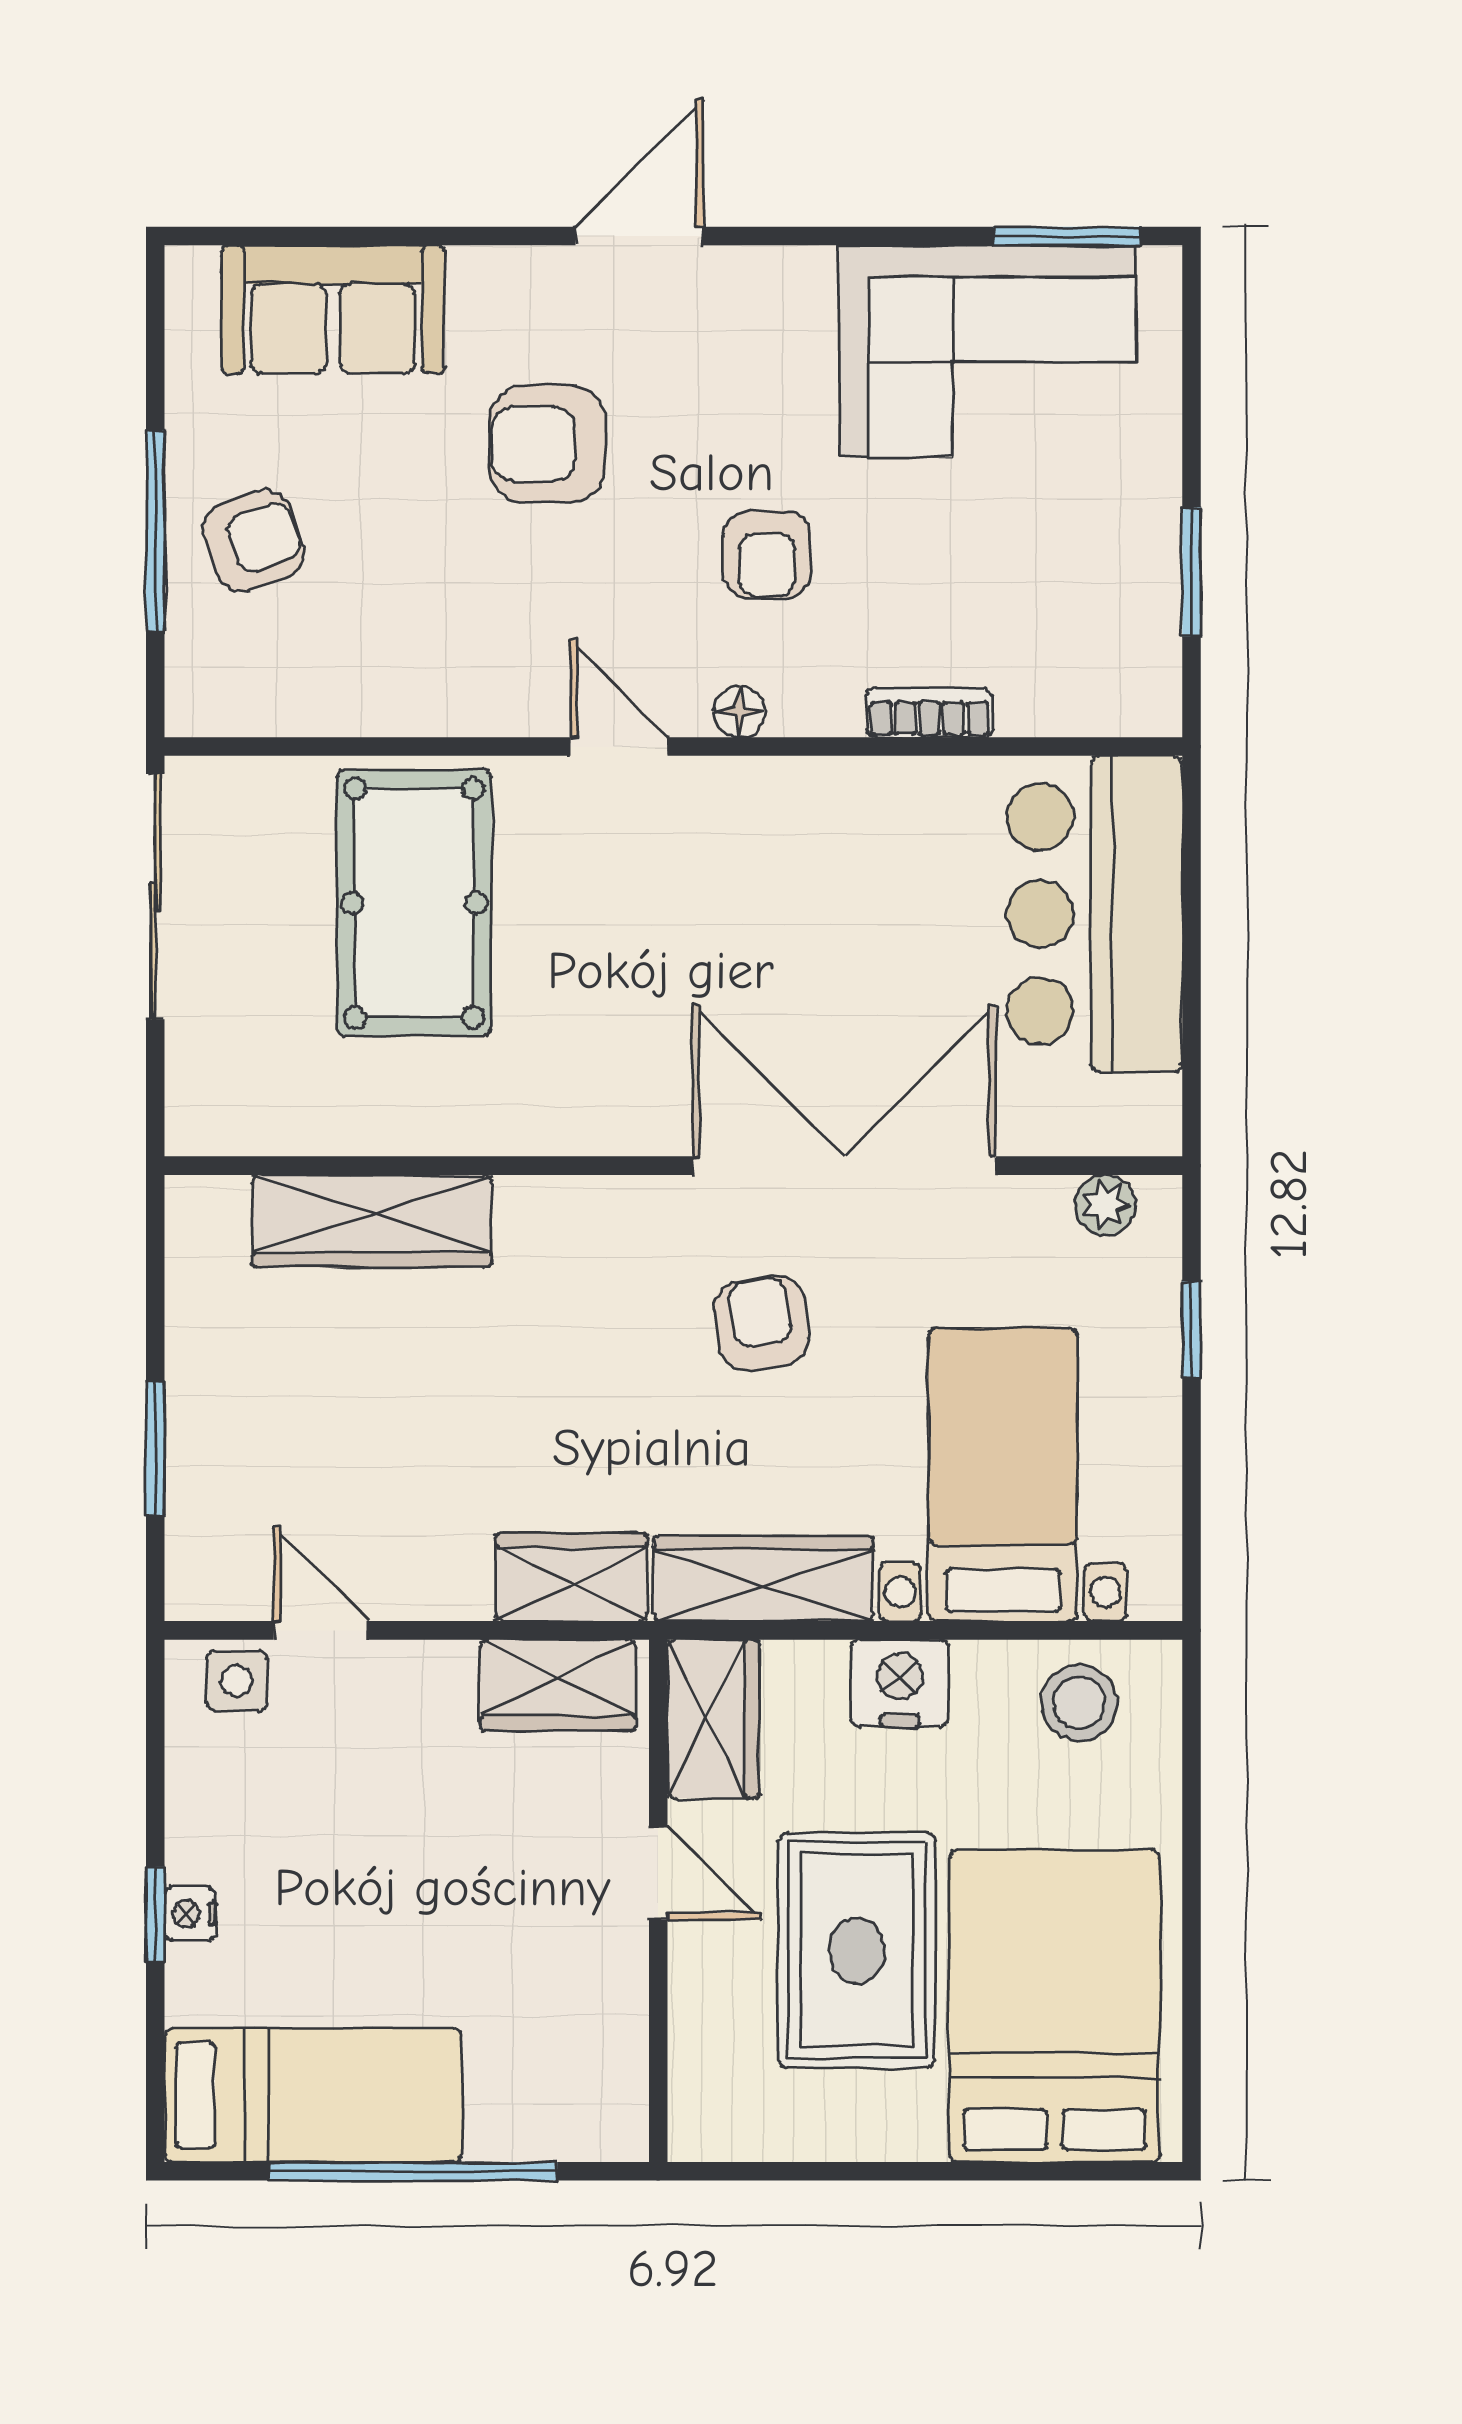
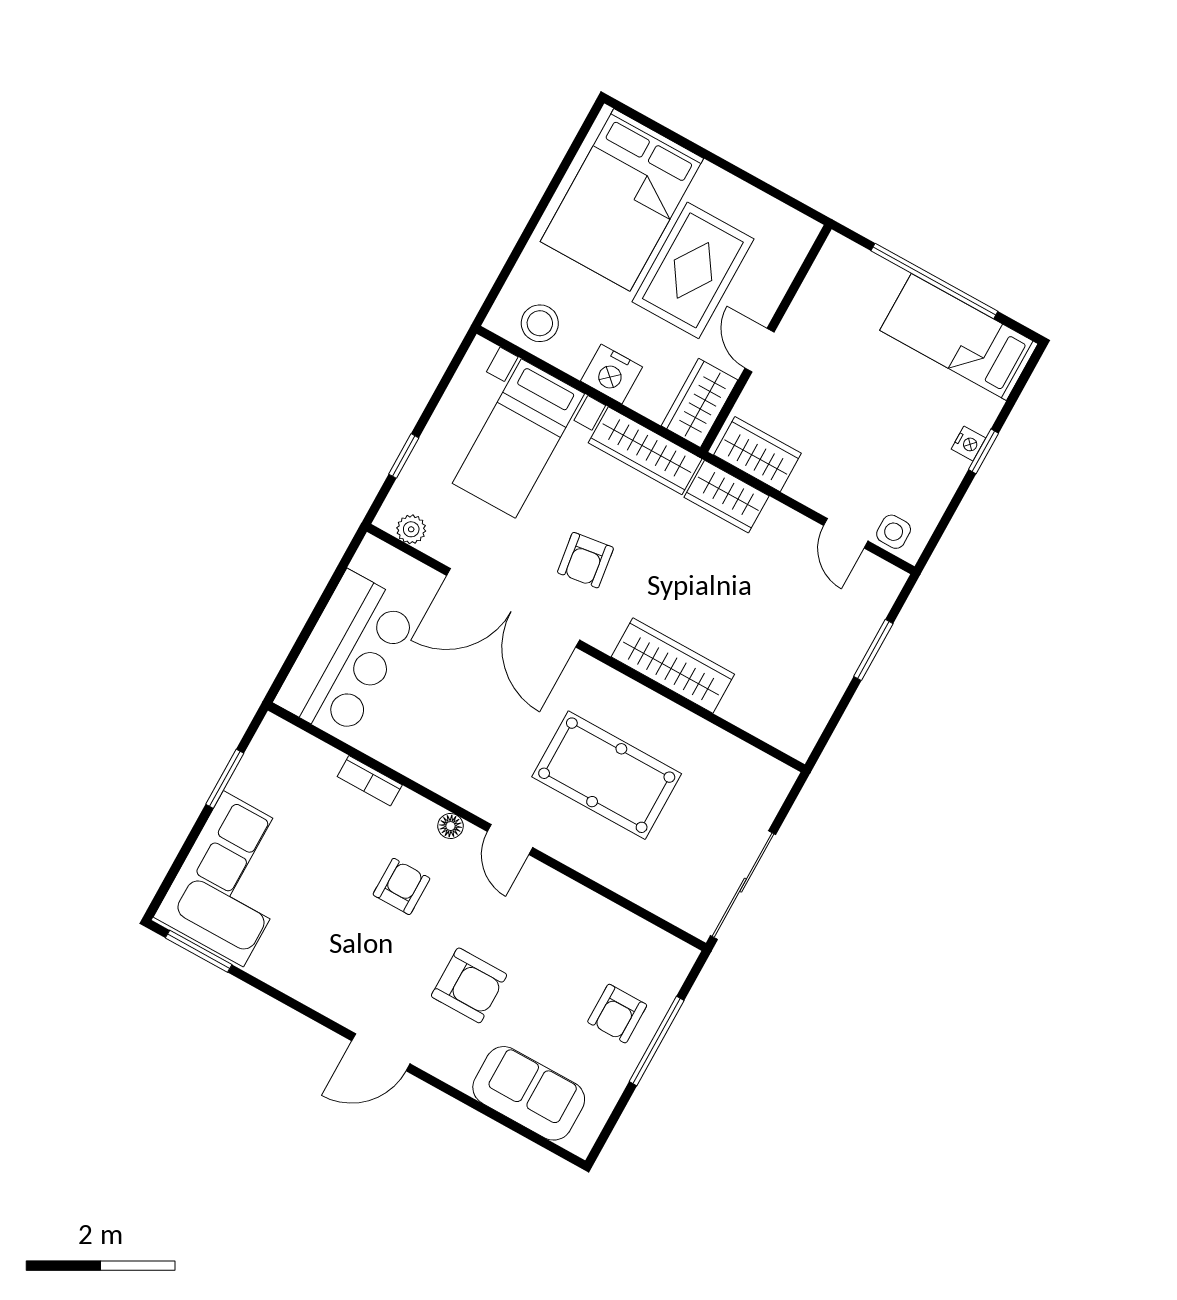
corner sofa: (988, 351) -> (233, 879), moved, turned 90
armchair: (253, 541) -> (617, 1014), turned -71
pool table: (414, 903) -> (607, 775), moved, turned 90
wardrobe: (372, 1221) -> (673, 665), moved

